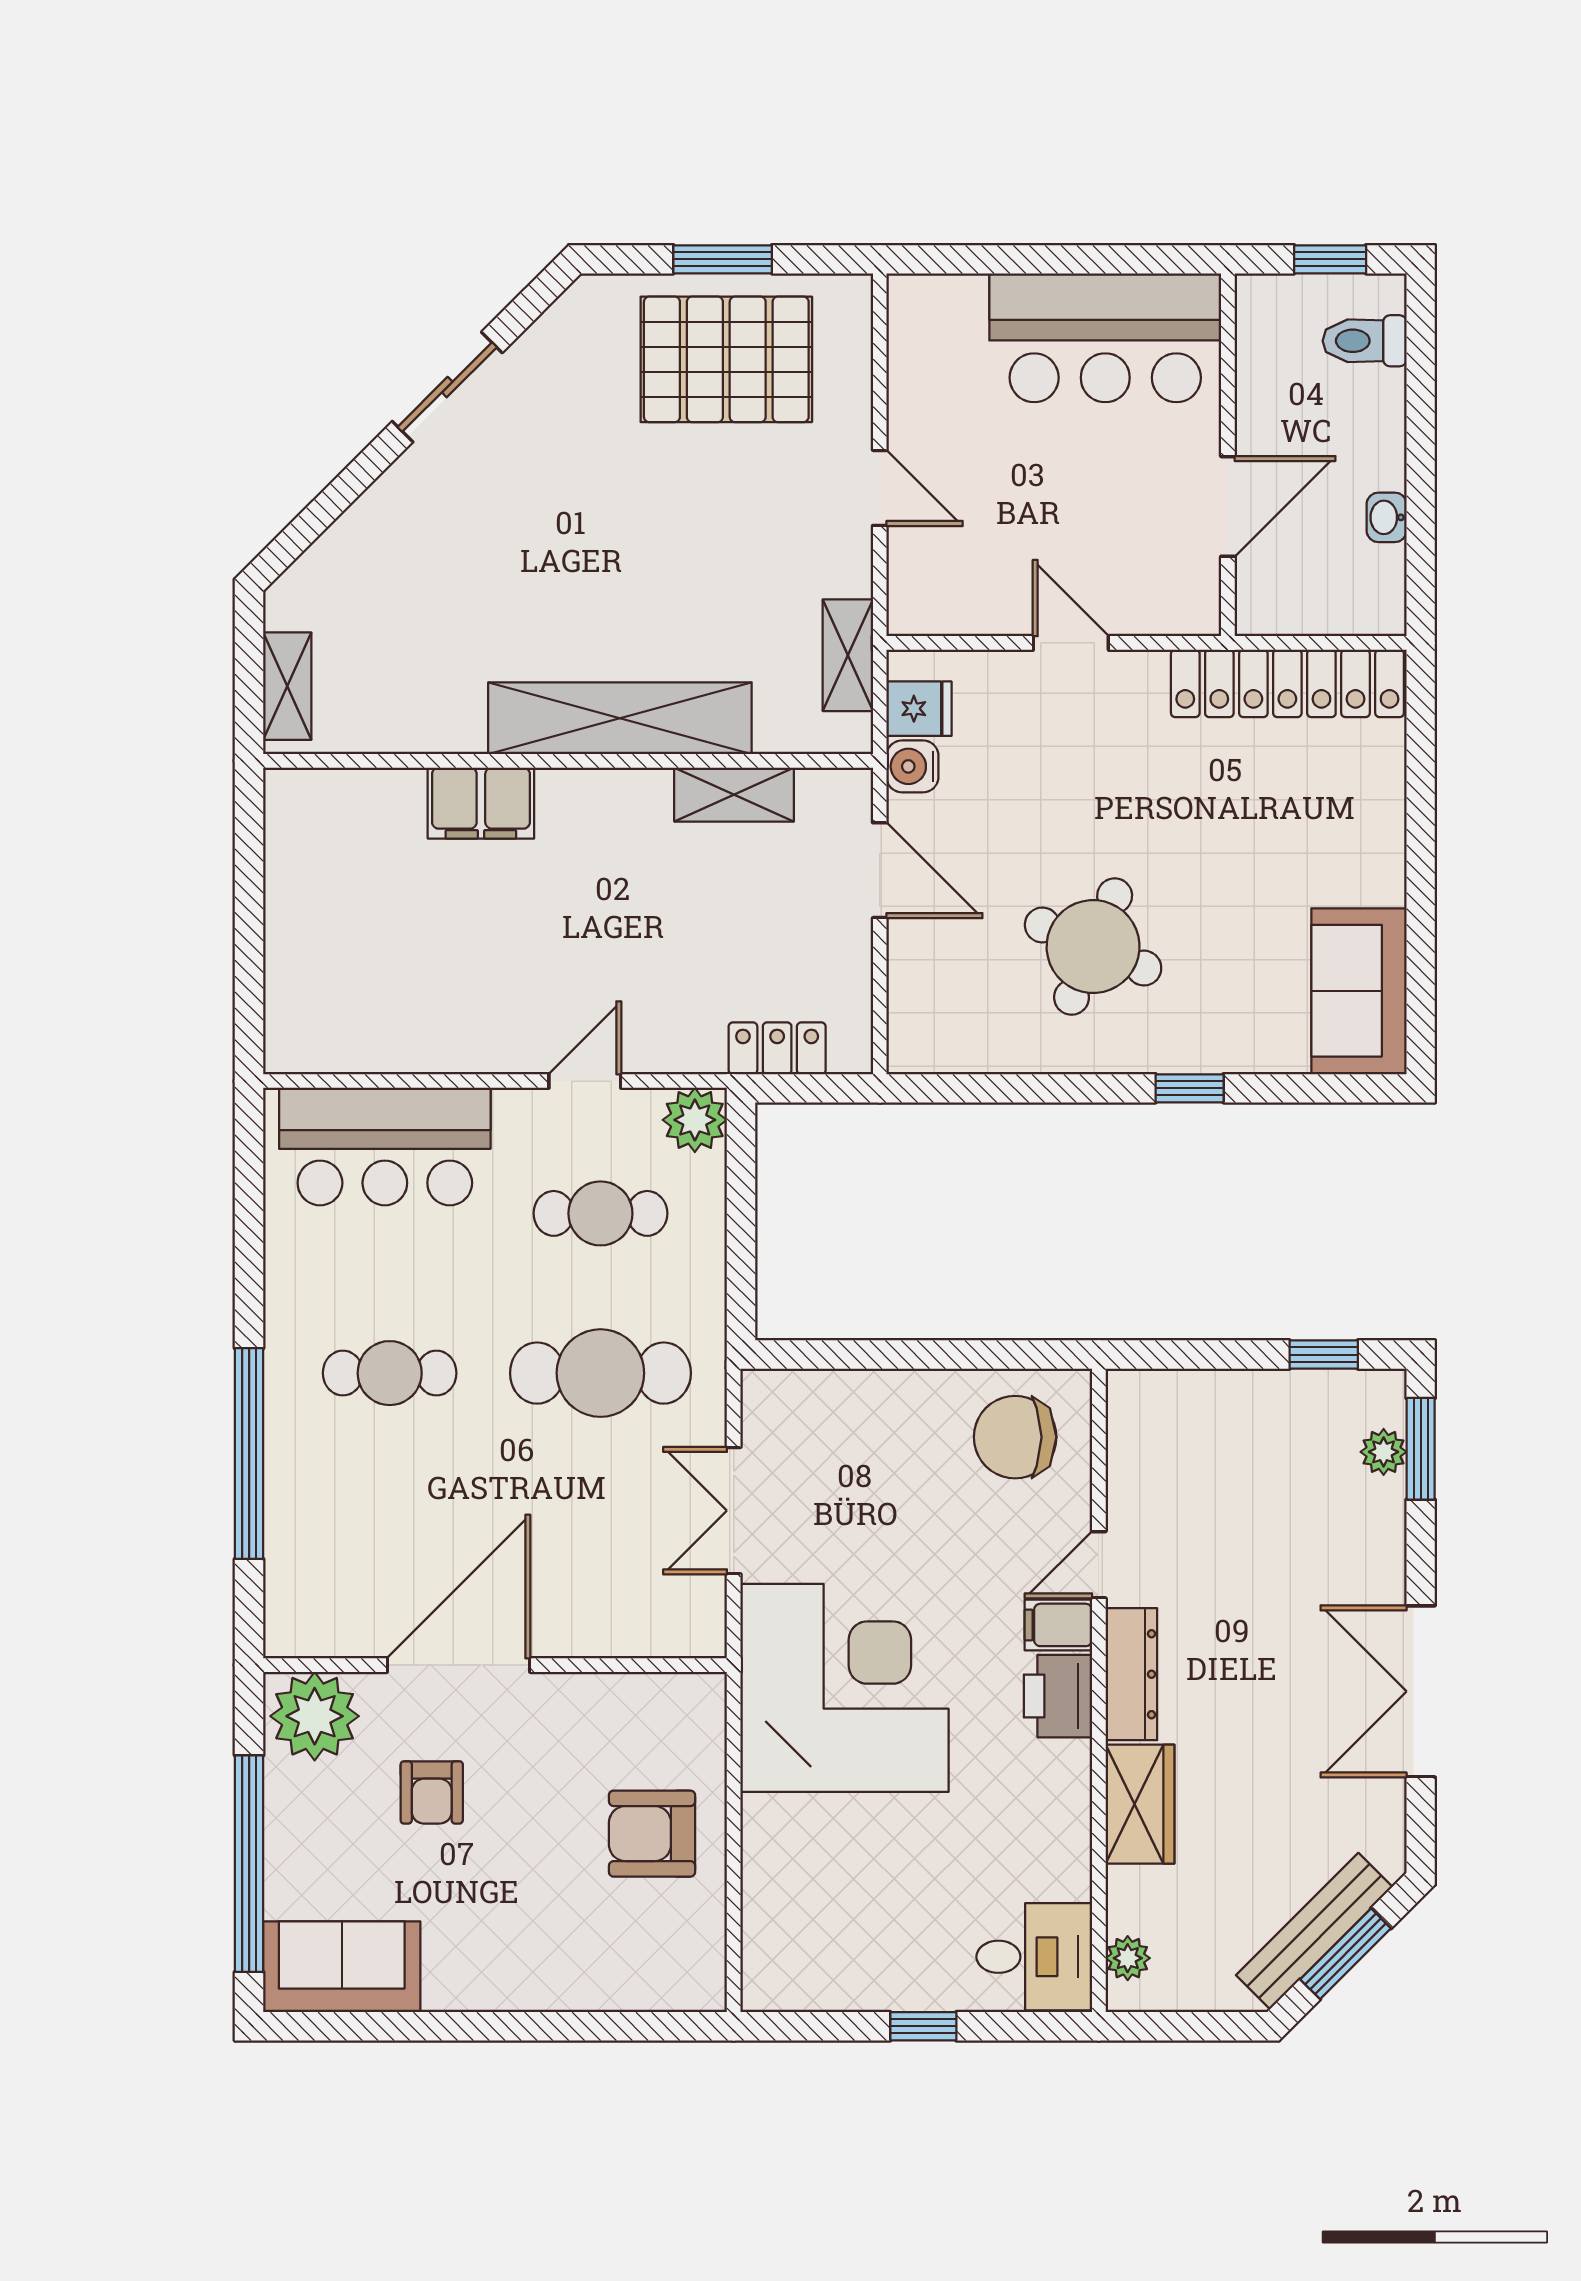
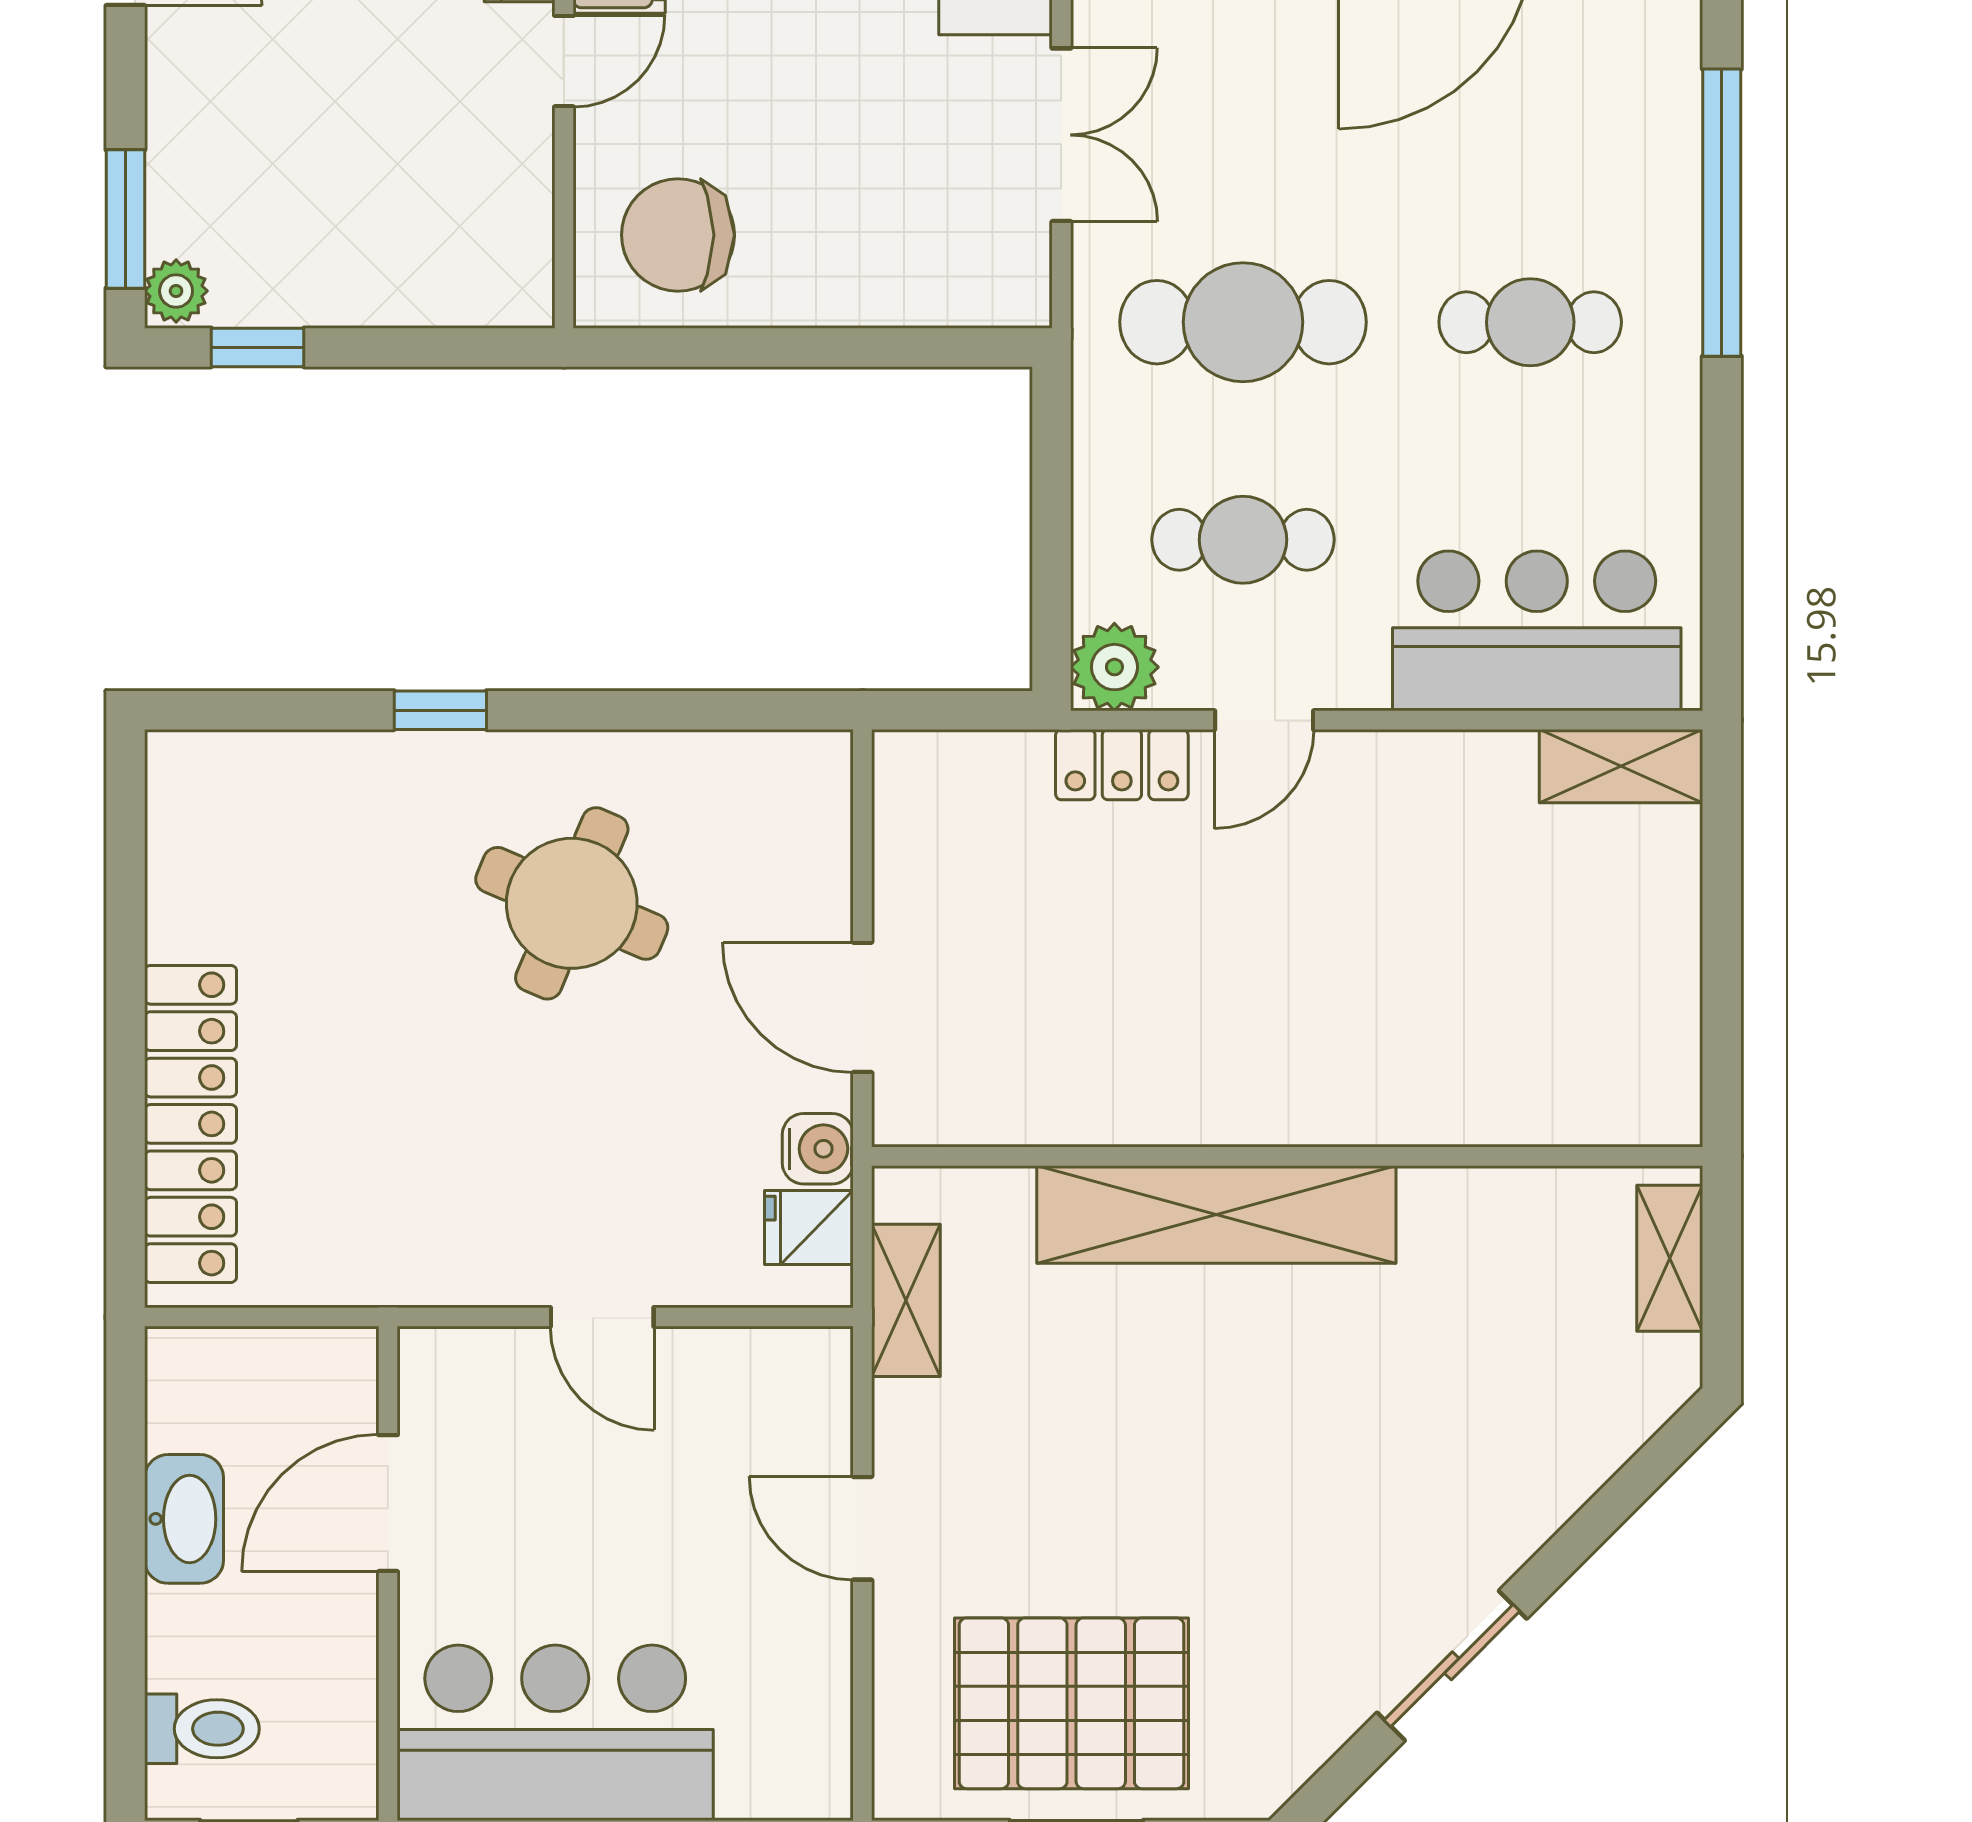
washbasin: (1387, 517) -> (184, 1519), width x1.91, depth x1.45
locker: (1287, 683) -> (191, 1124), moved, turned 90
shelving: (734, 795) -> (1621, 766), moved
filing cabinet: (481, 803) -> (1406, 1099), removed
sofa: (1359, 991) -> (210, 843), removed
locker: (777, 1048) -> (1122, 765), moved
chair: (1015, 1437) -> (678, 235), turned 180
plant: (1384, 1452) -> (176, 291), moved

